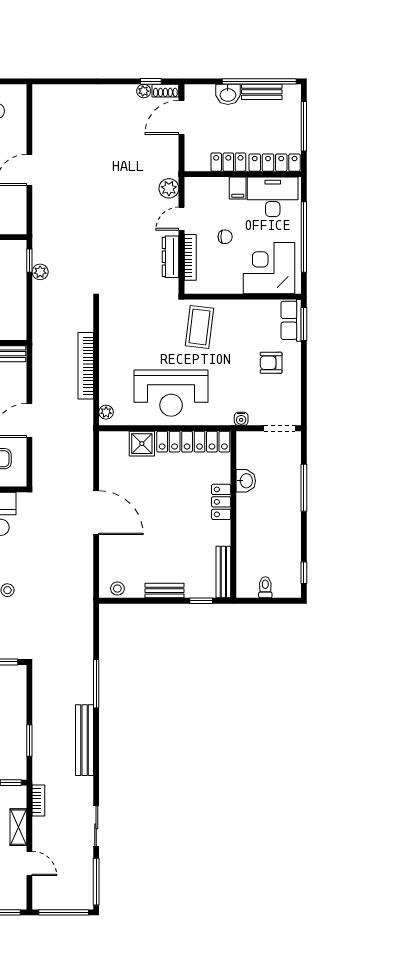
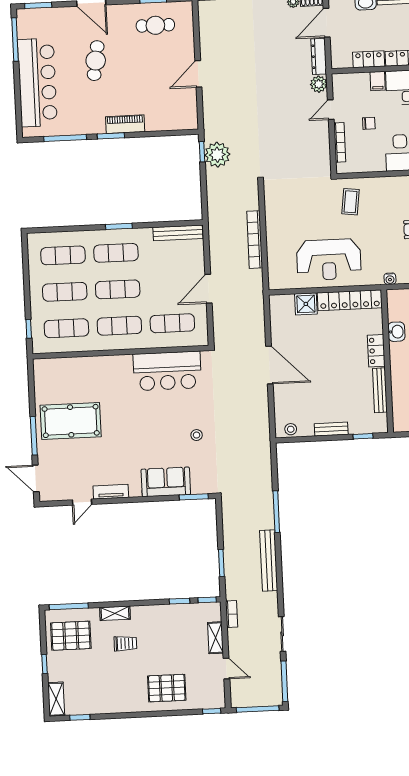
dresser: (171, 257) -> (319, 56), moved
plant: (40, 272) -> (217, 155), width x1.87, depth x1.87
coffee table: (199, 327) -> (350, 202), width x0.73, depth x0.77
plant: (106, 412) -> (274, 279), removed
bench: (223, 572) -> (380, 390), moved

